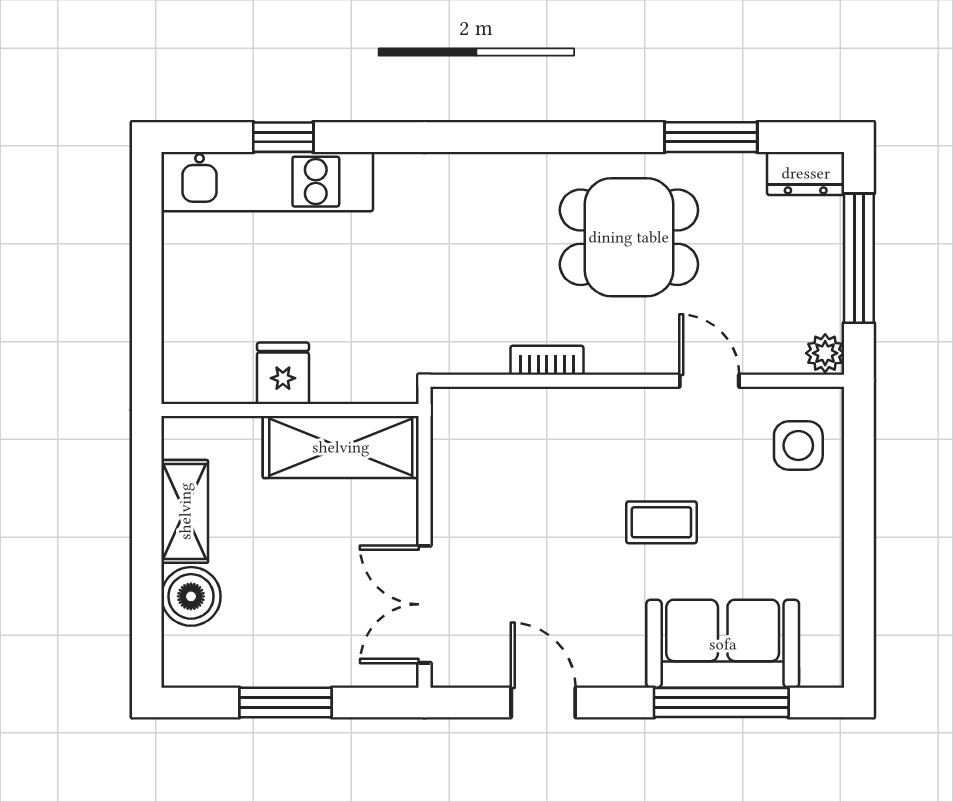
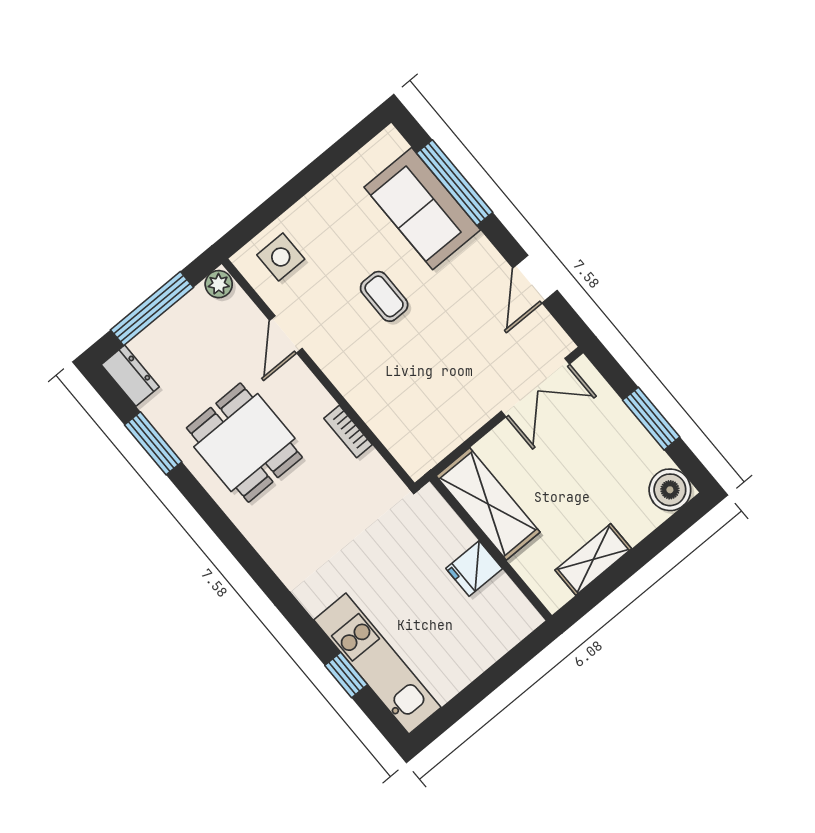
boiler: (191, 596) -> (670, 490), moved

